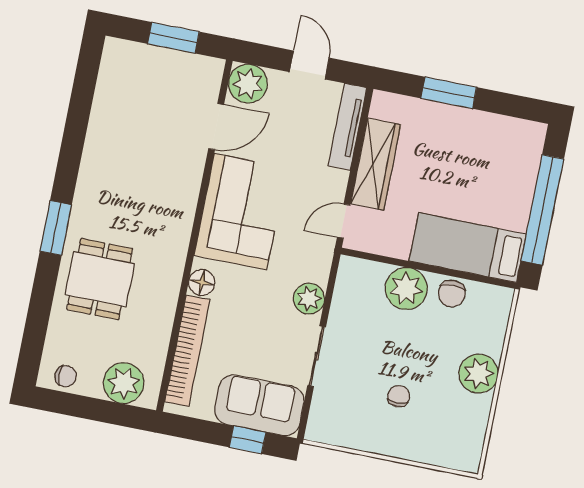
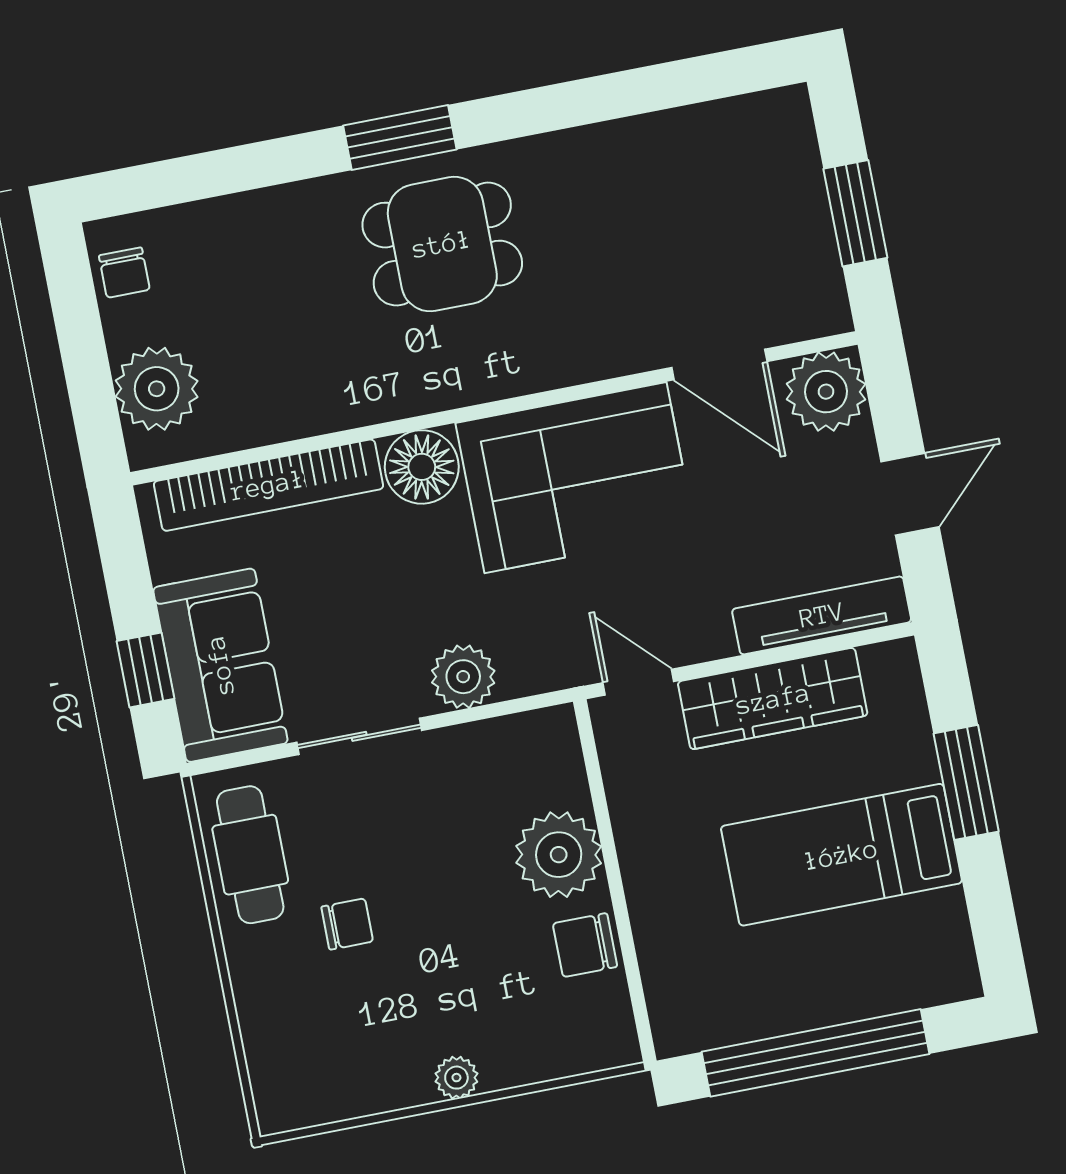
bed: (468, 248) -> (841, 855), moved, turned -90
dining table: (100, 279) -> (442, 244), moved
floor lamp: (202, 283) -> (422, 467), width x1.38, depth x1.38
plant: (479, 374) -> (456, 1078), width x0.53, depth x0.53
cafe table: (350, 427) -> (250, 855), added

